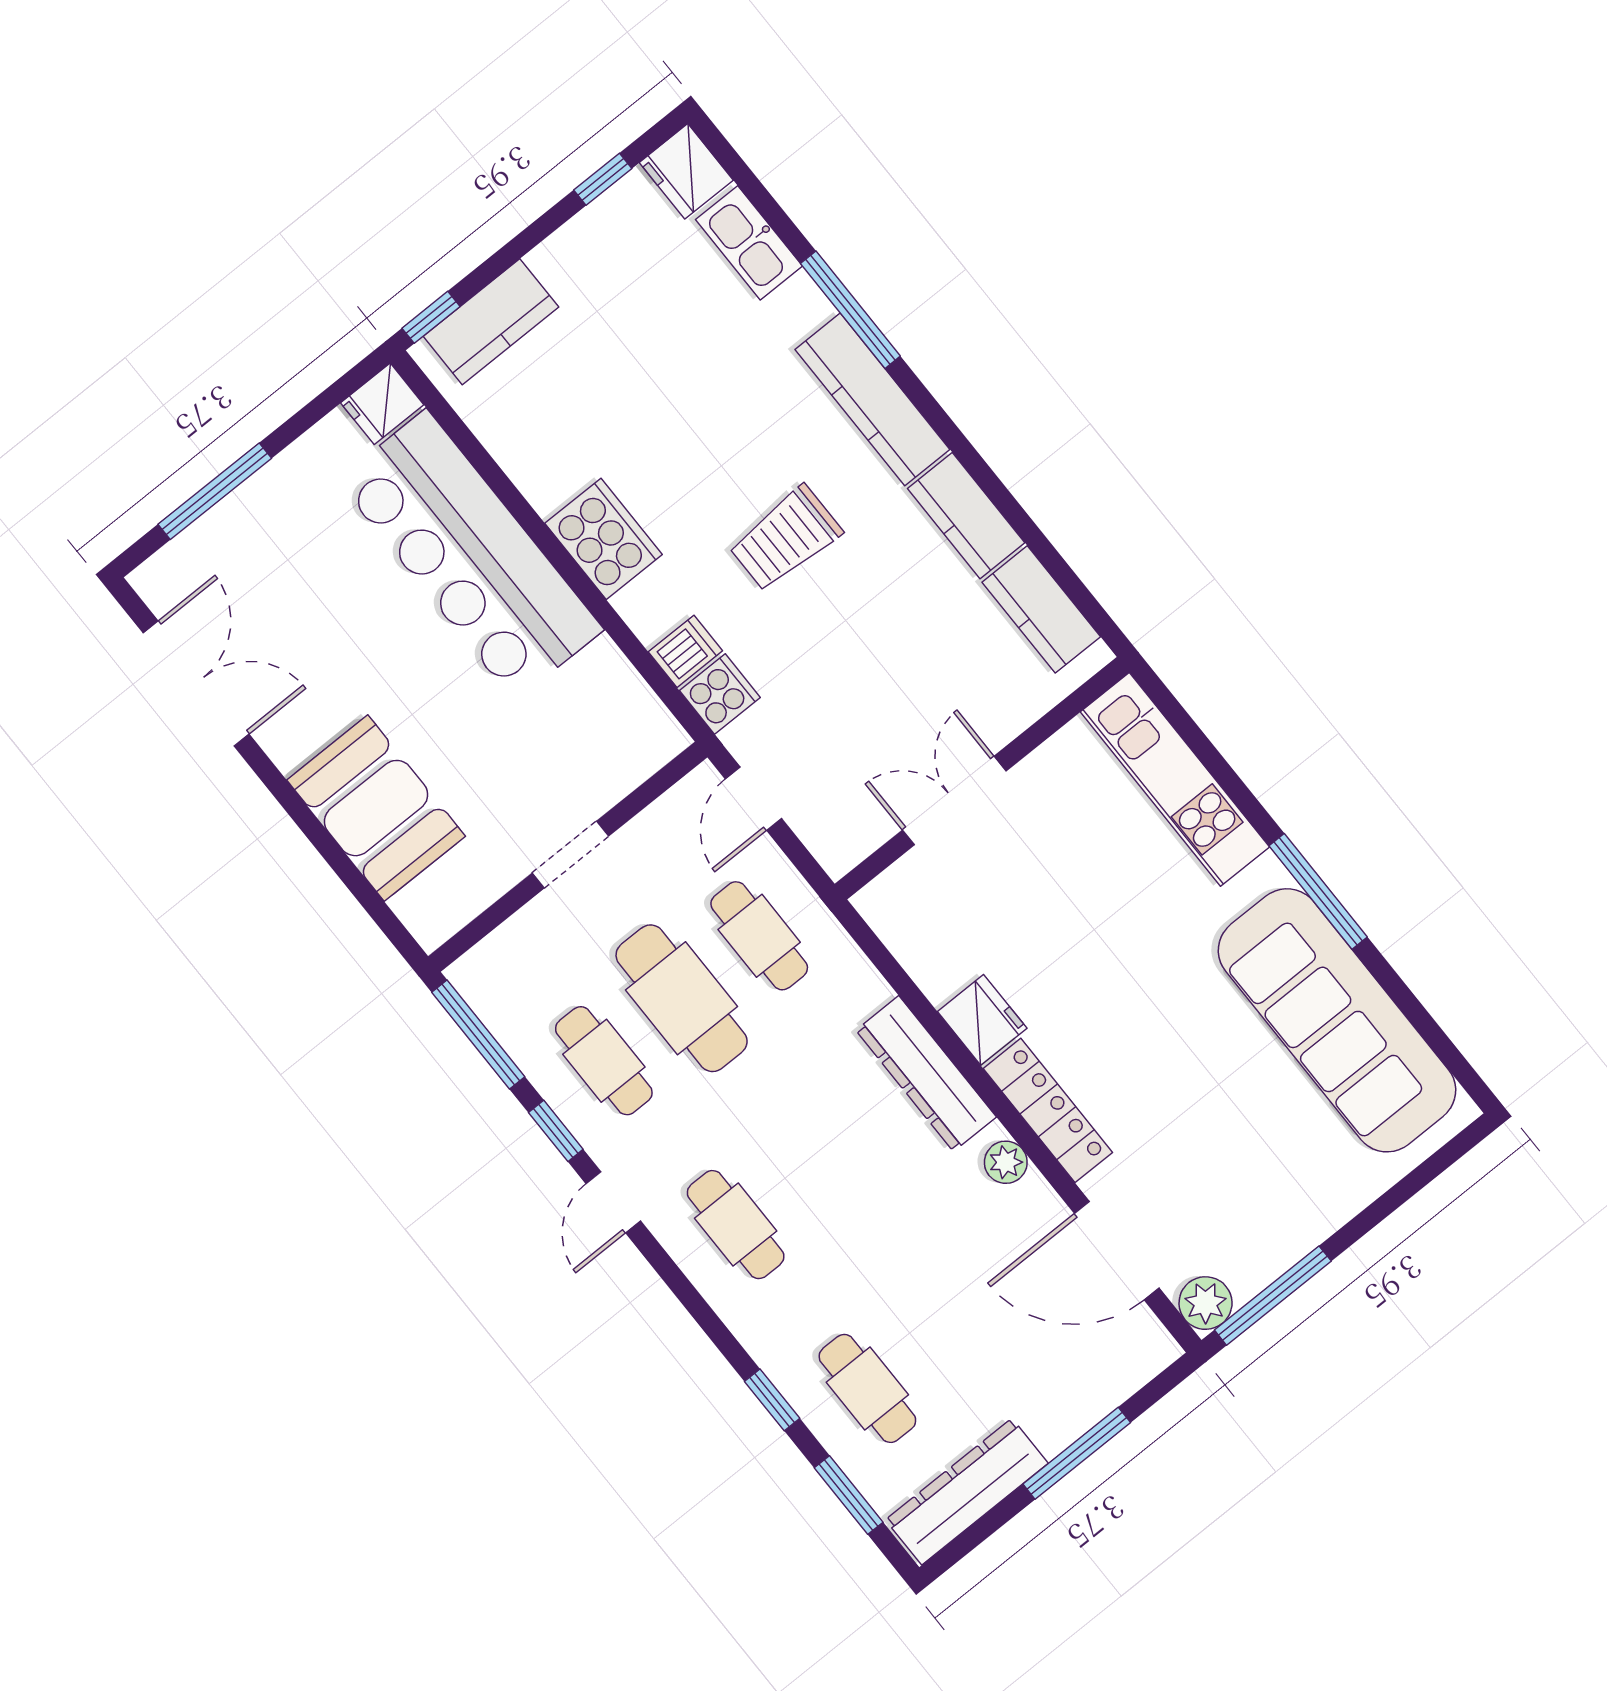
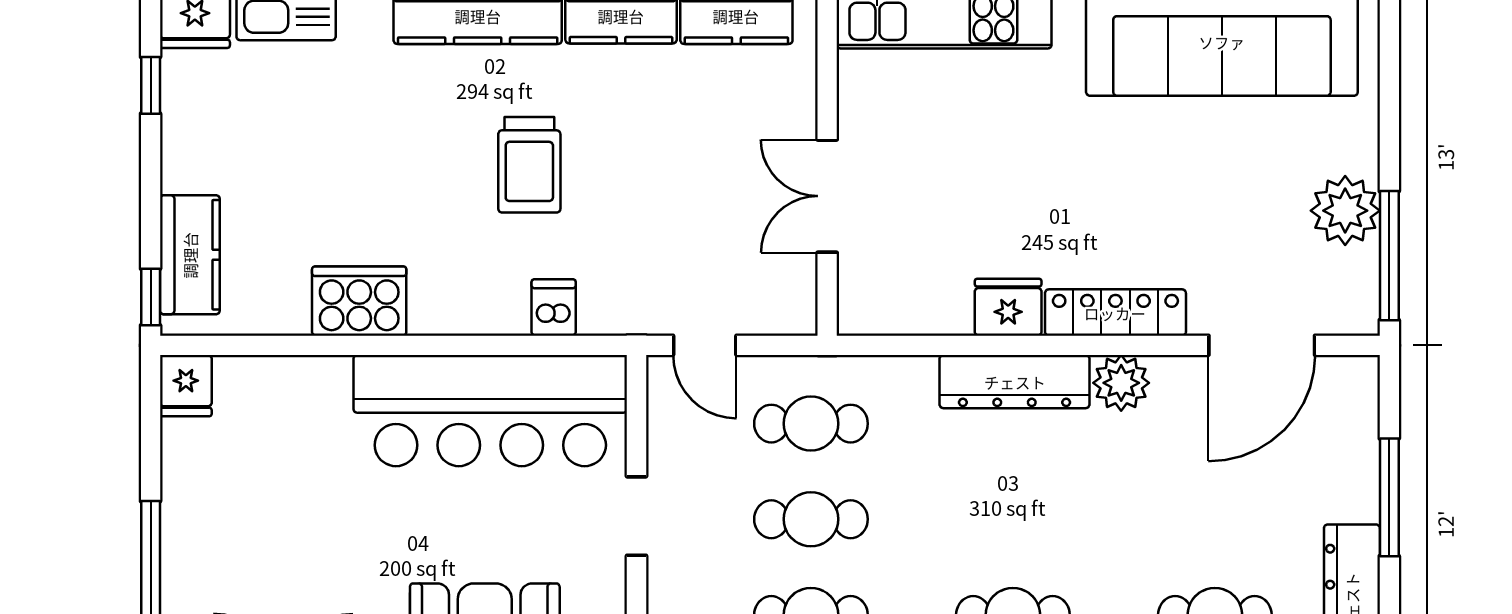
cooker: (604, 539) -> (359, 301), moved
bar counter: (470, 555) -> (490, 411), moved
cooker: (720, 694) -> (606, 307), removed
cafe table: (682, 998) -> (811, 519), width x0.73, depth x0.74
plant: (1006, 1162) -> (1121, 383), width x1.38, depth x1.38
plant: (1206, 1303) -> (1345, 211), moved, width x1.36, depth x1.36

